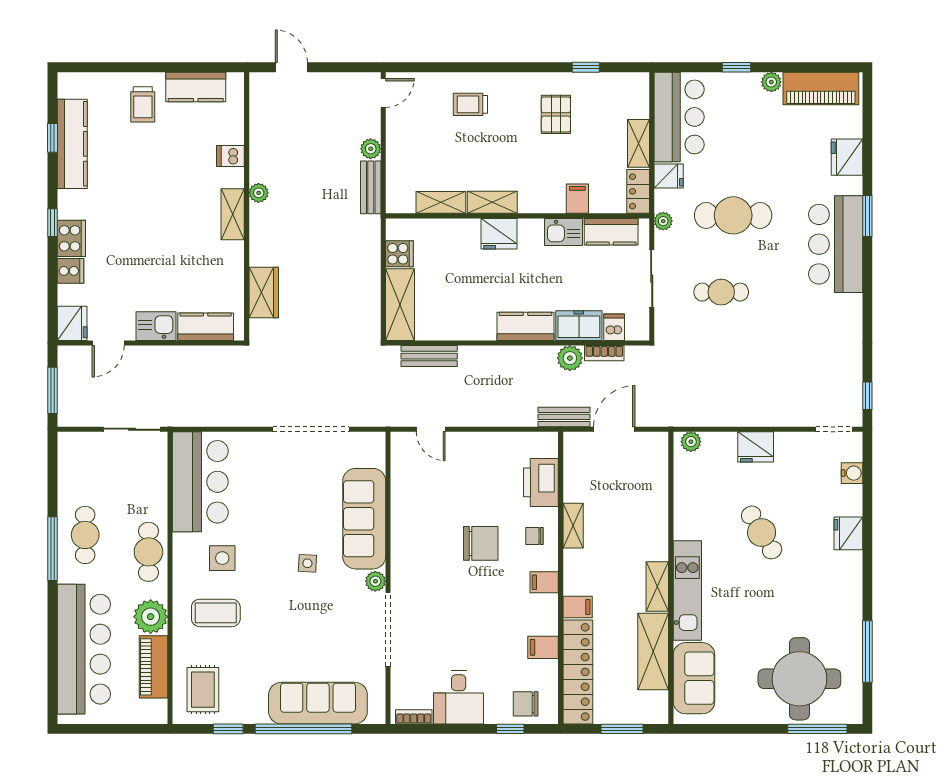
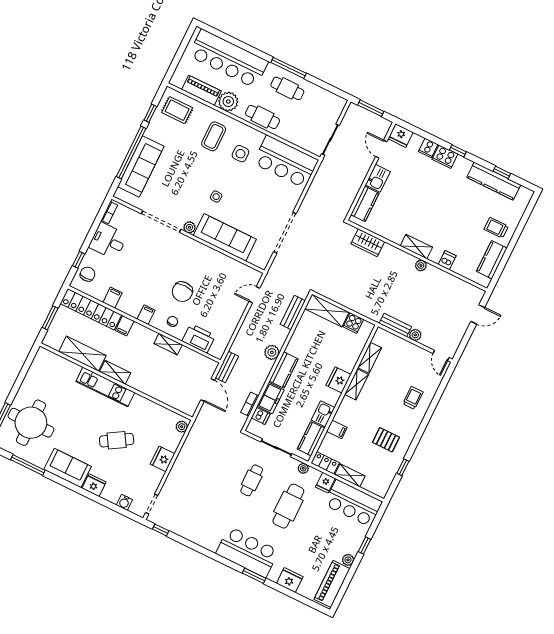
plant: (570, 358) -> (272, 352), moved
sofa: (694, 678) -> (68, 468), moved, turned 180

